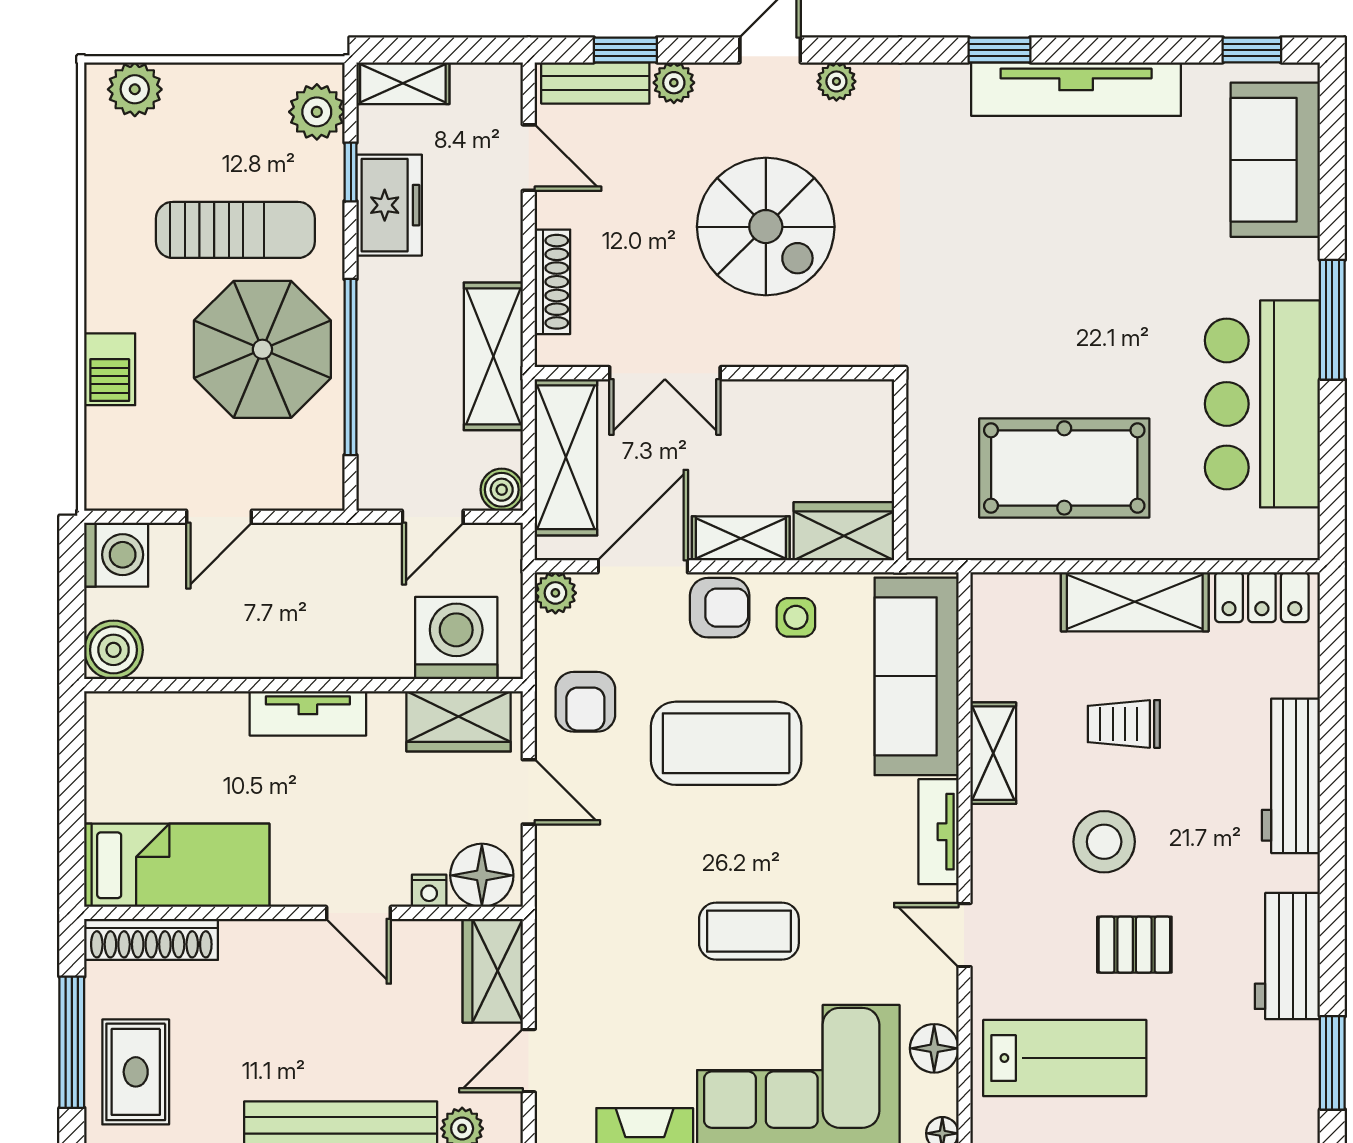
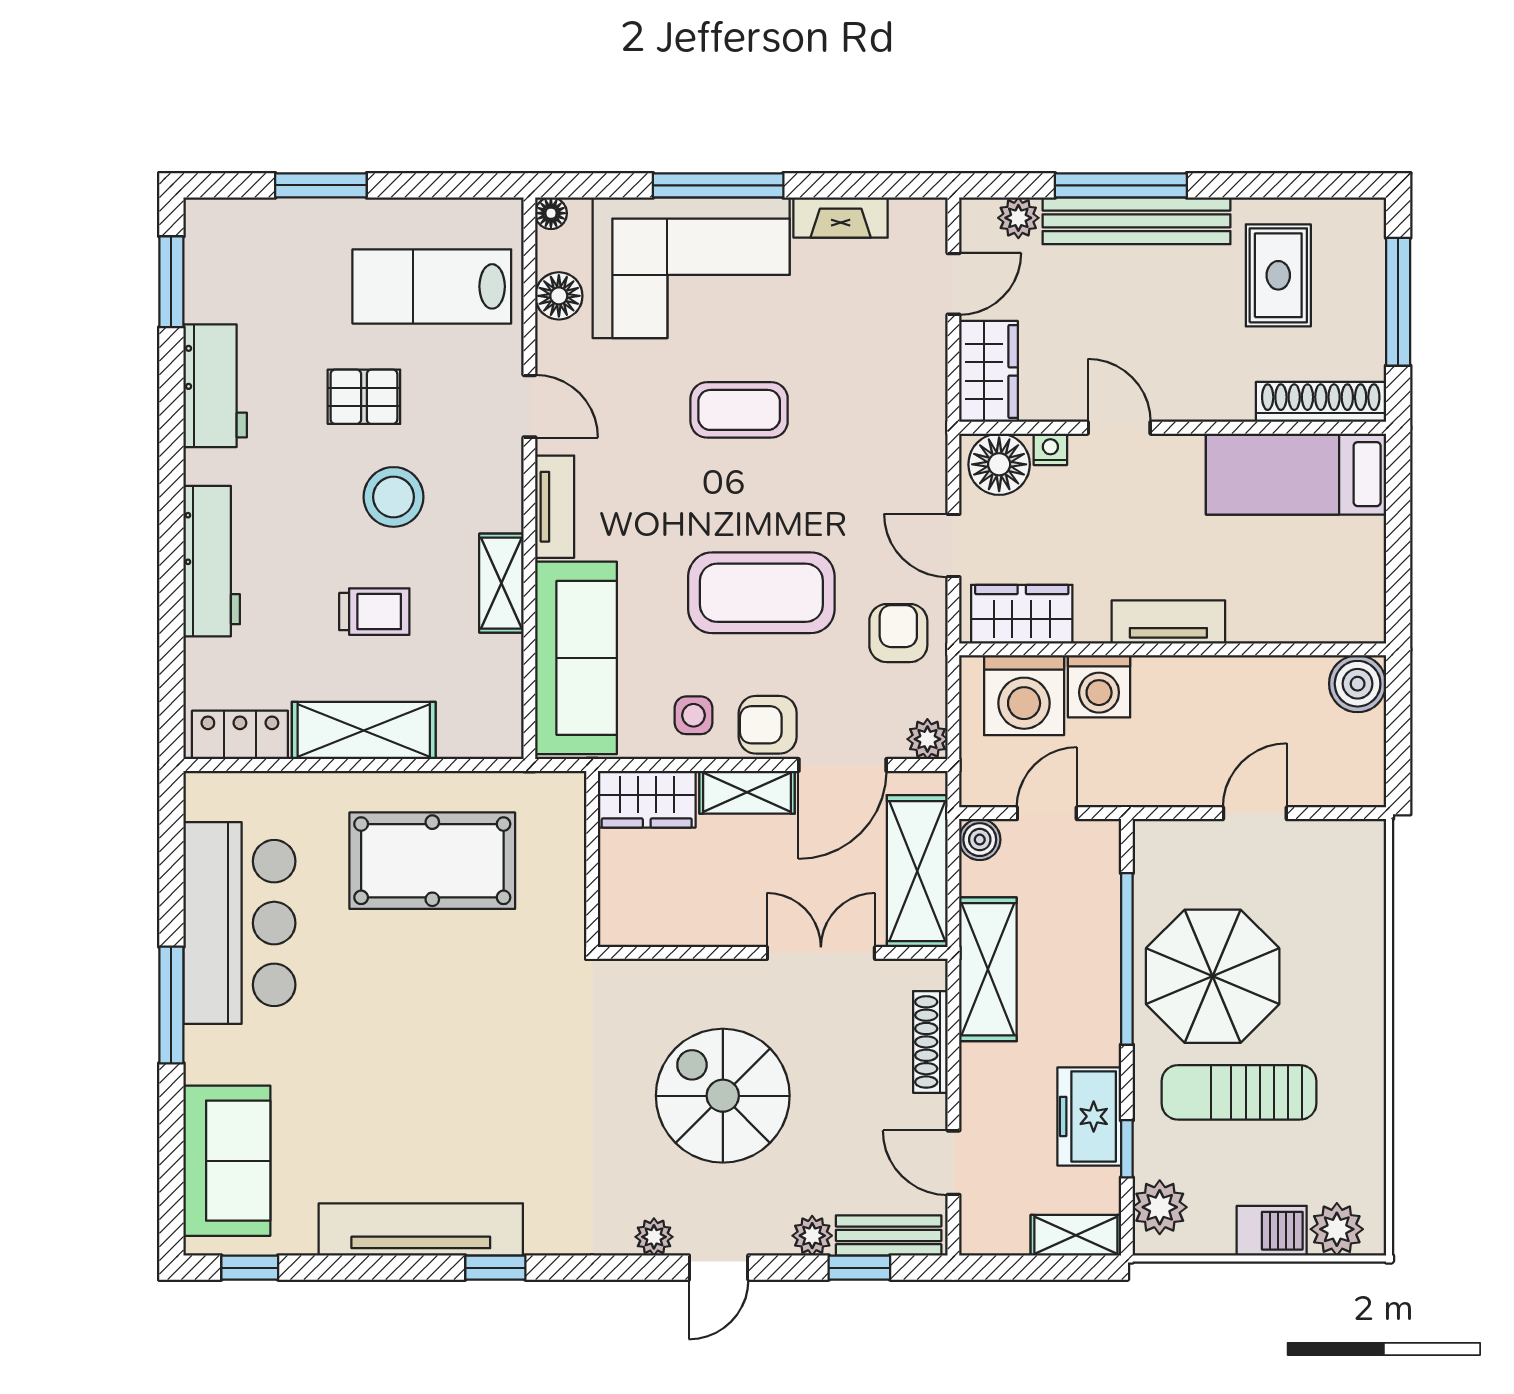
barbecue: (110, 369) -> (1272, 1231), moved, turned 90
washing machine: (116, 555) -> (1099, 686), moved, turned -90
rug: (136, 1072) -> (1278, 275), moved

